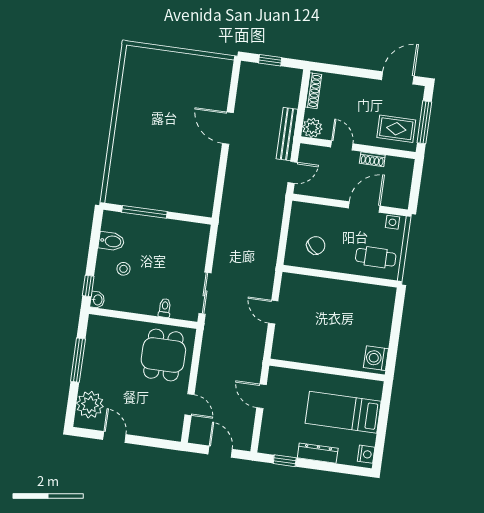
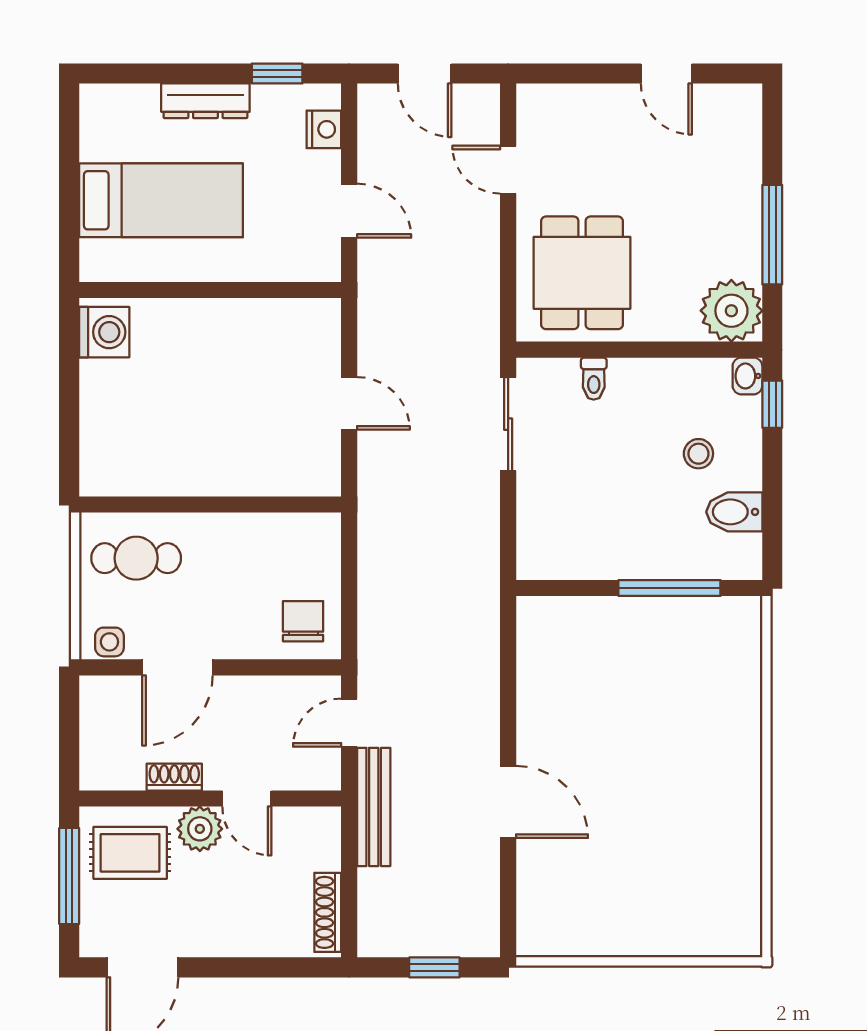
plant: (312, 128) -> (200, 829), moved
chair: (316, 245) -> (303, 621), moved, turned 135
plant: (90, 405) -> (731, 311), moved
nightstand: (366, 454) -> (324, 129), moved, turned 180

